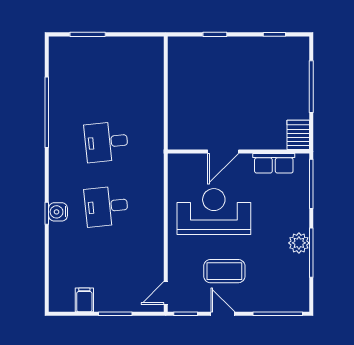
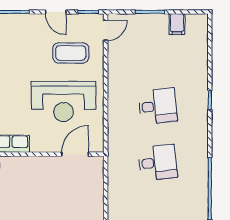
door: (223, 151) -> (75, 154), moved
water cooler: (58, 212) -> (200, 101), removed
coffee table: (224, 271) -> (71, 53), moved

